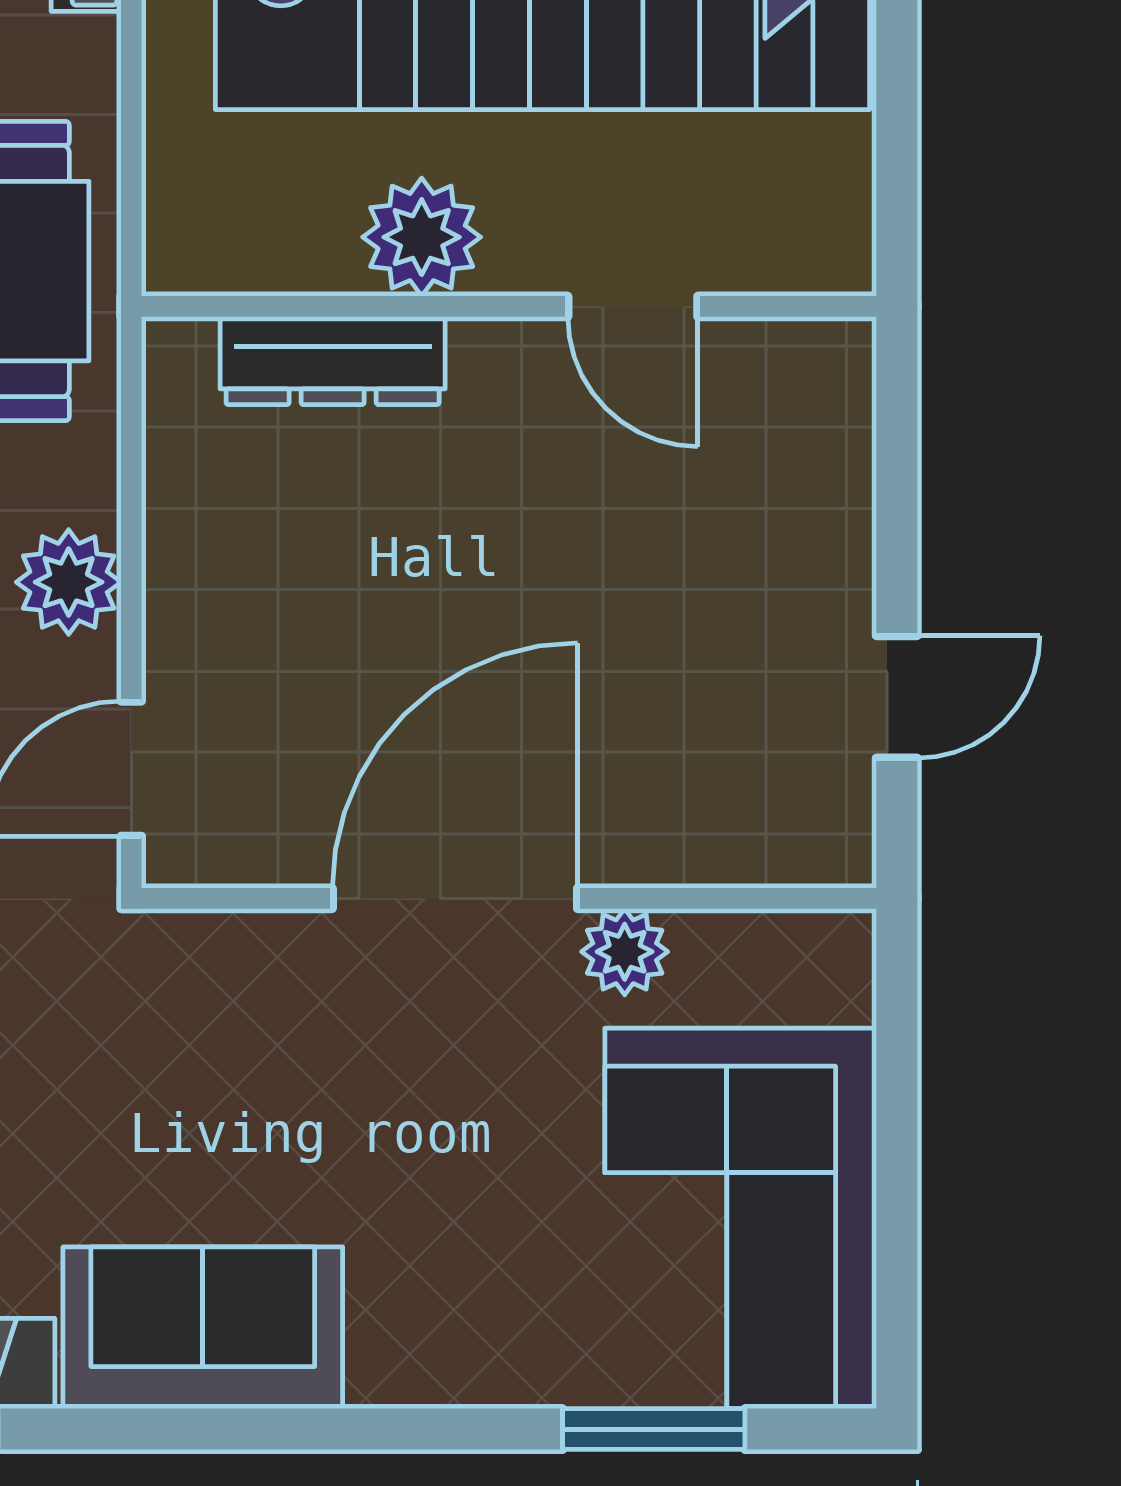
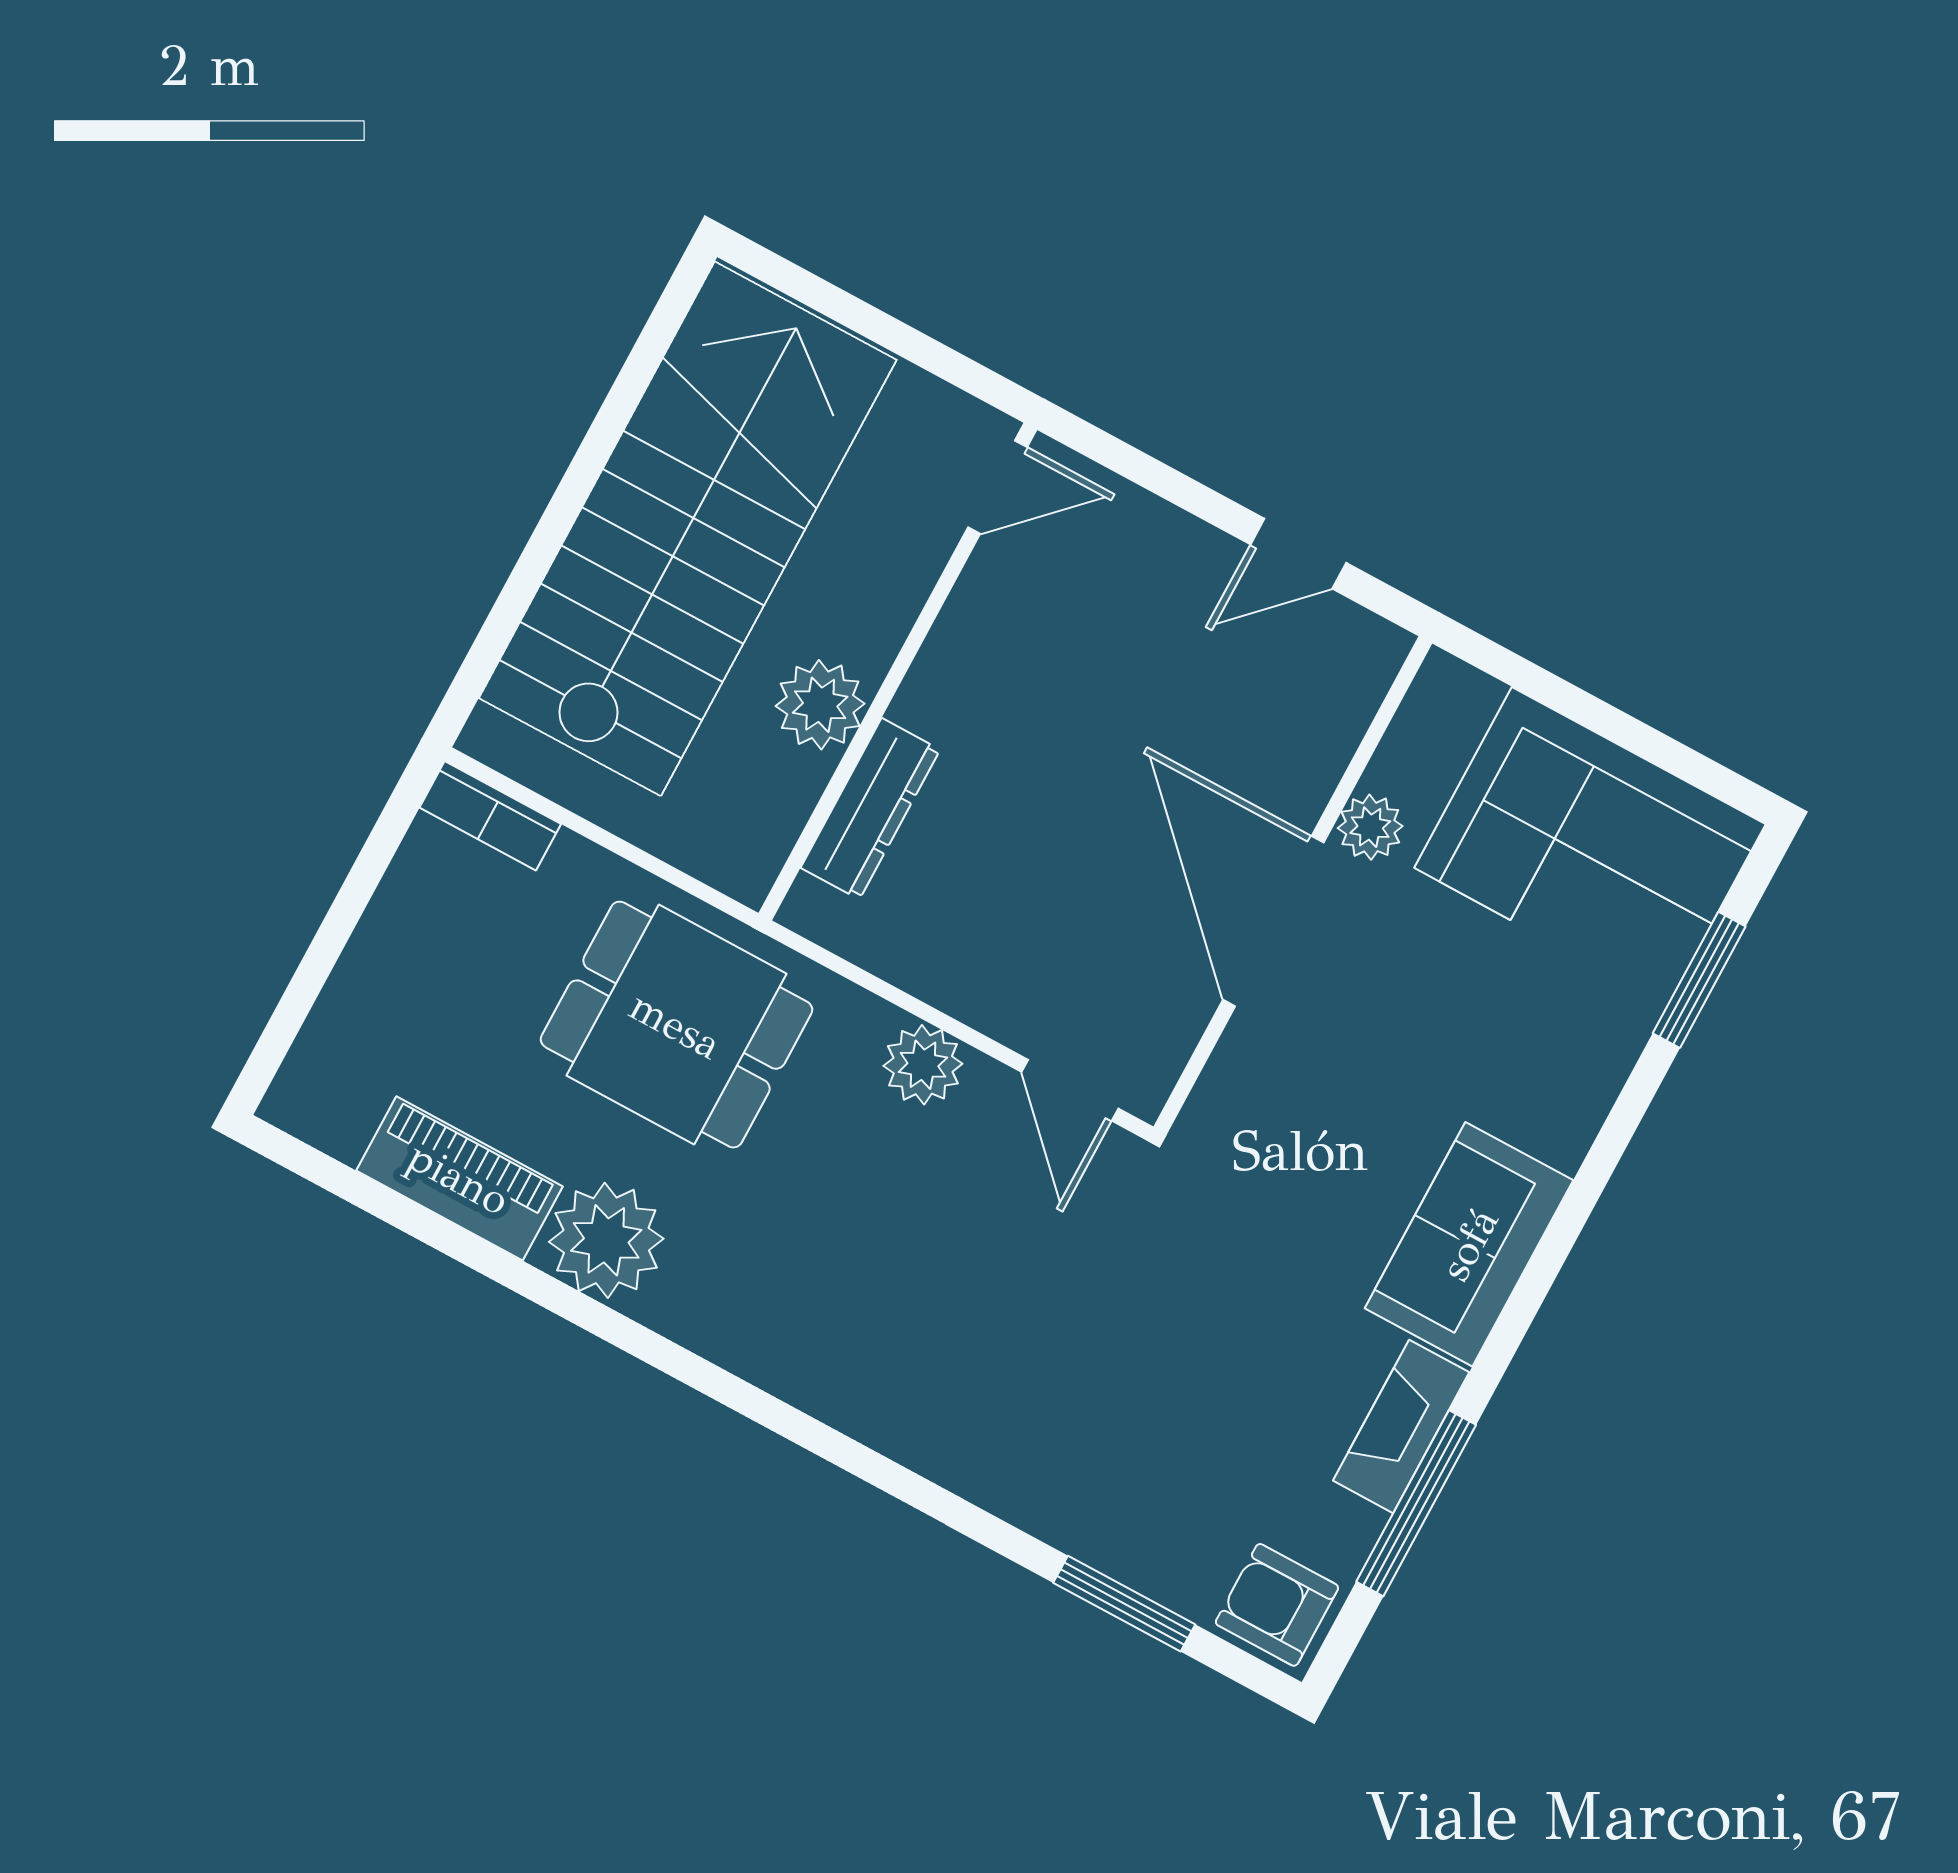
door: (633, 306) -> (998, 487), moved
door: (897, 697) -> (1298, 554), swing flipped

